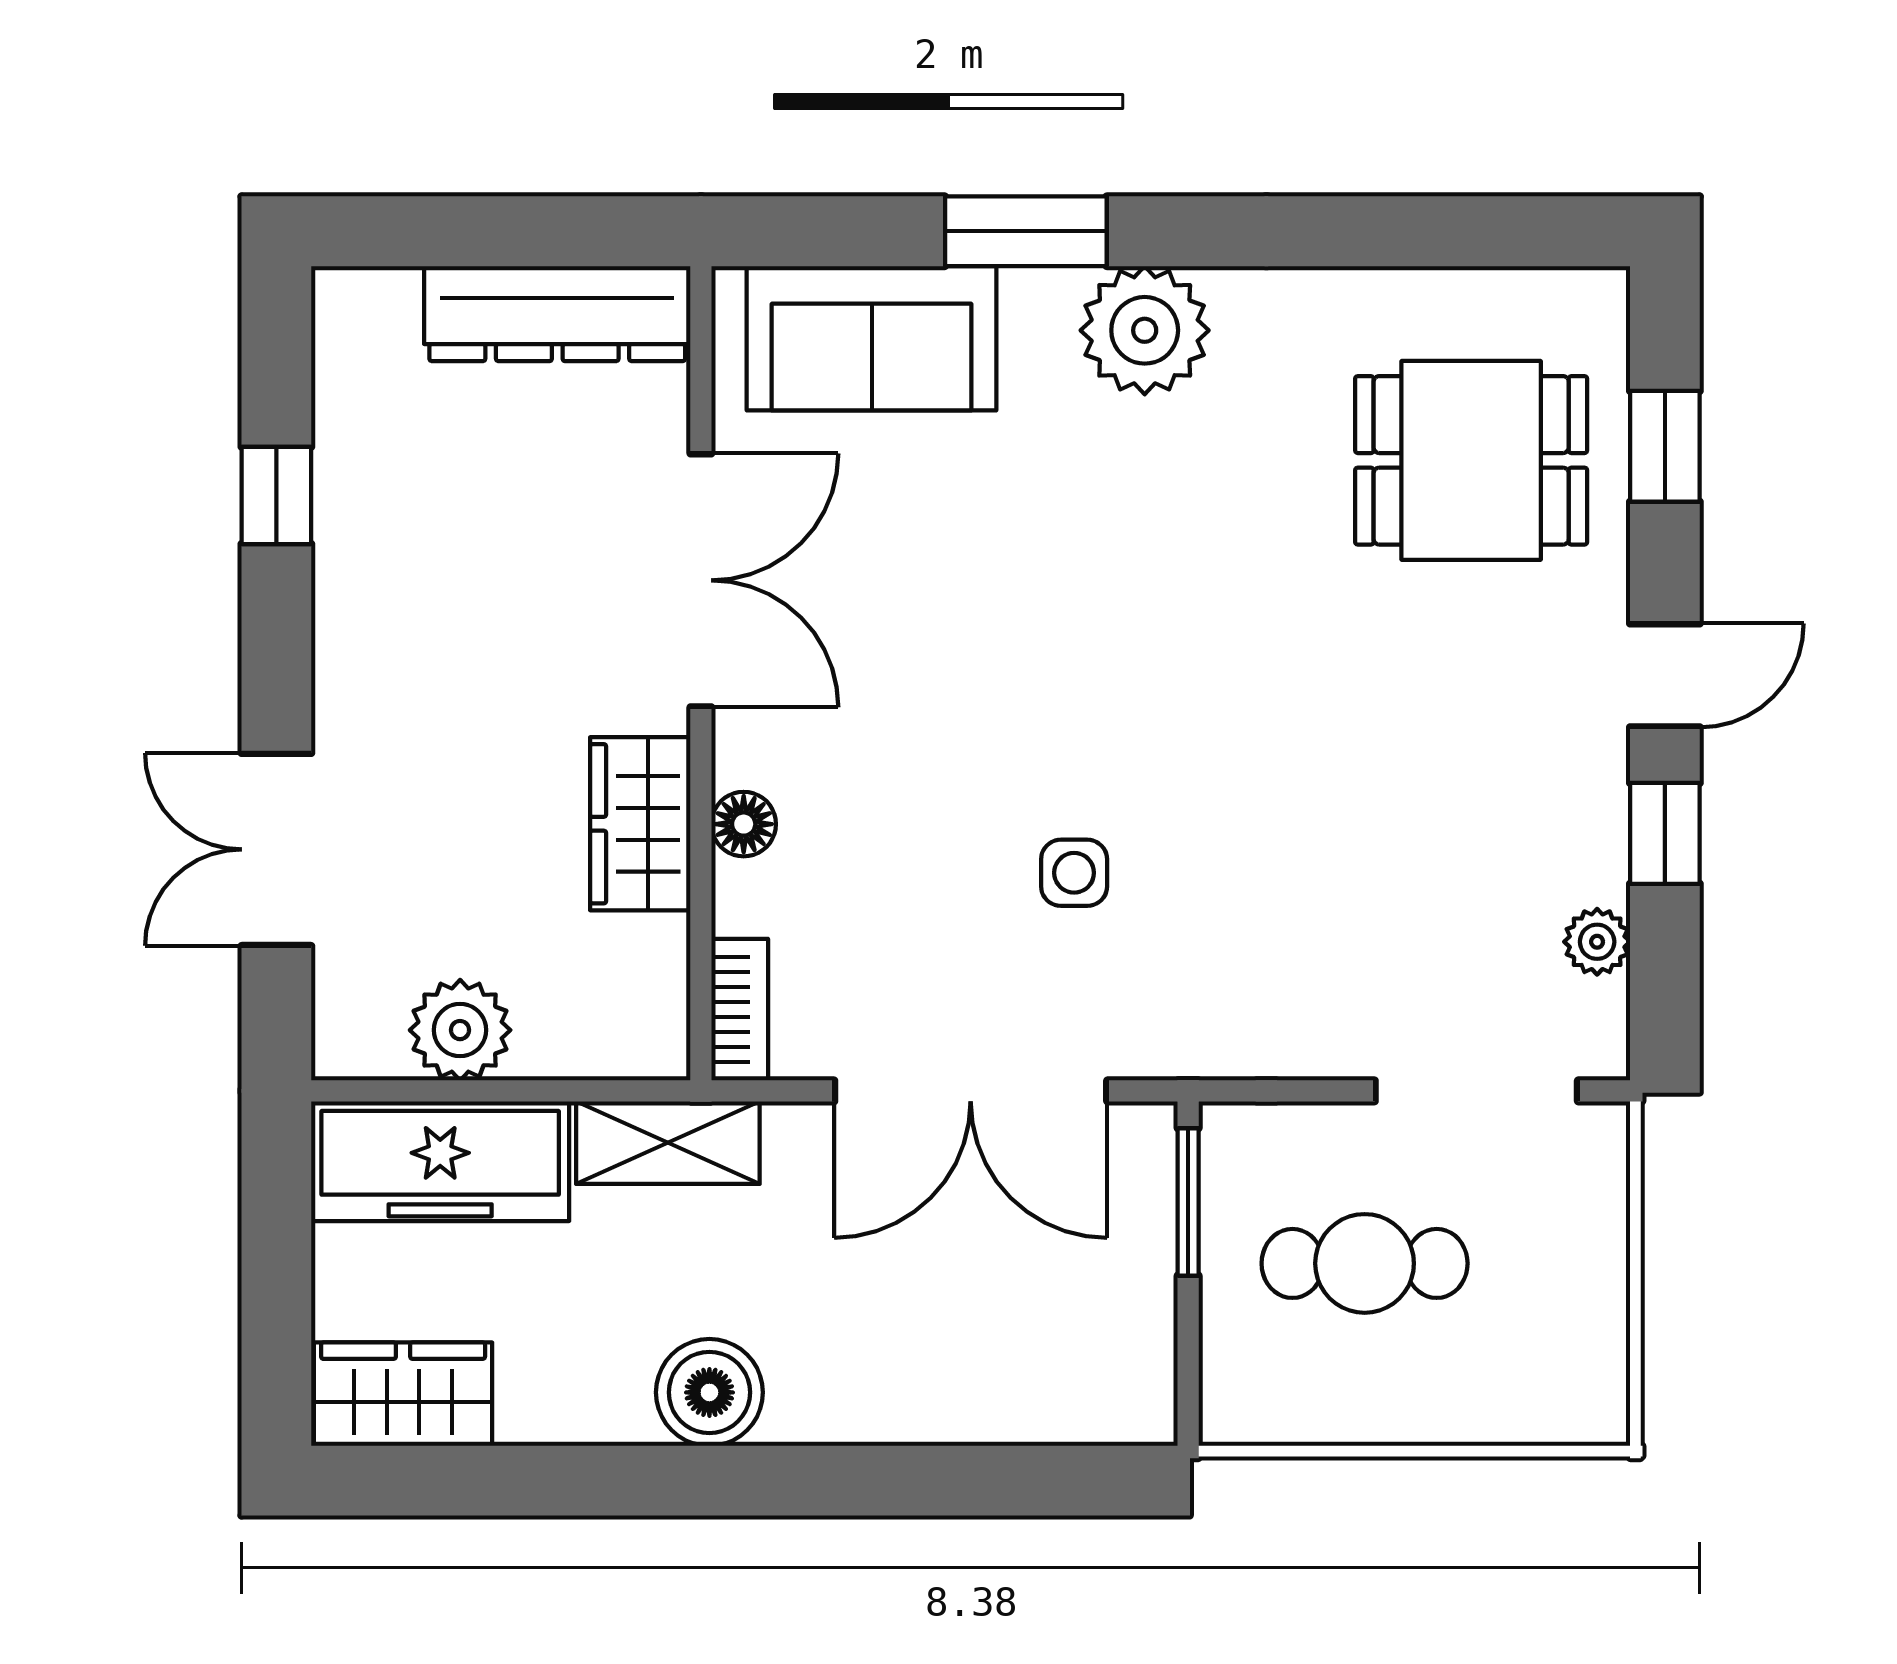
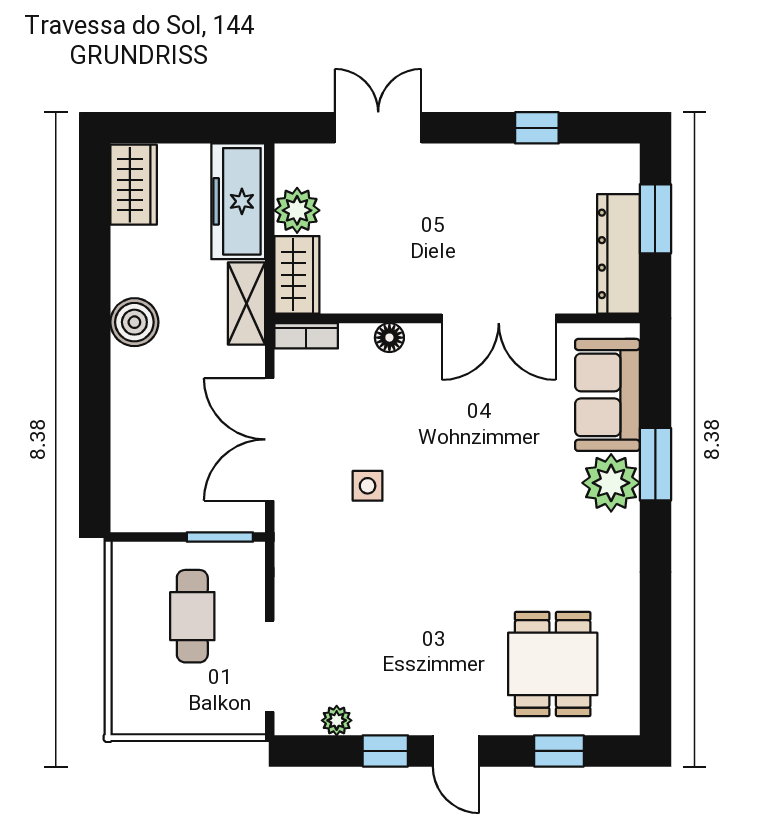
window: (479, 231) -> (655, 219), added
plant: (1145, 330) -> (611, 483), moved
wardrobe: (640, 824) -> (297, 275), moved, turned 90

